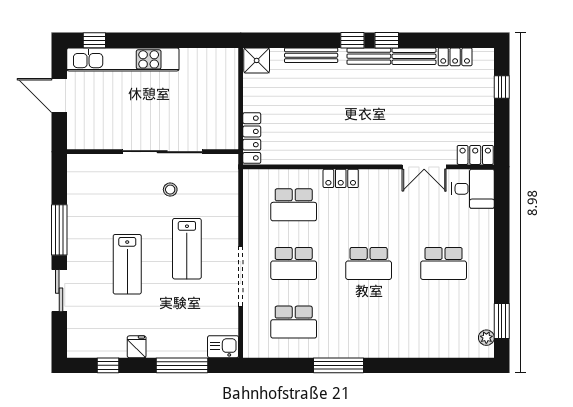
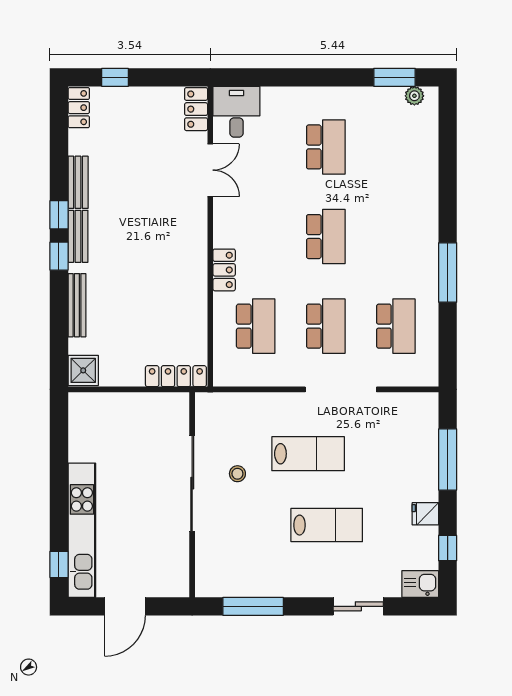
locker: (455, 57) -> (79, 108), moved
window: (59, 230) -> (253, 606), moved
kitchen sink: (223, 347) -> (420, 584), moved, turned 90

